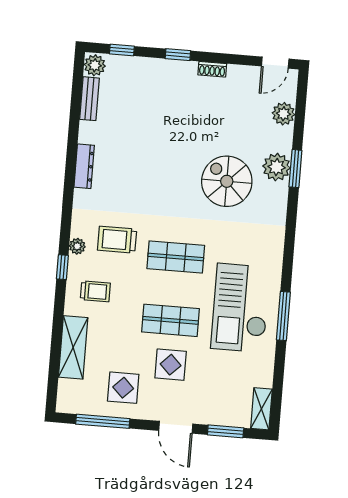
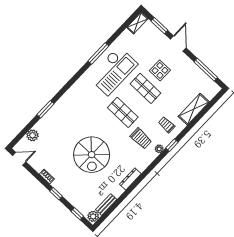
plant: (277, 167) -> (53, 116), removed
spiral stairs: (227, 181) -> (92, 155), moved, width x1.37, depth x1.37
display table: (123, 388) -> (187, 77), removed

